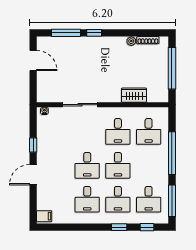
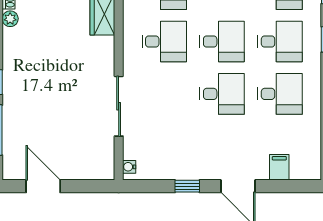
door: (33, 60) -> (43, 186), hinge flipped
filing cabinet: (44, 216) -> (279, 167), moved

